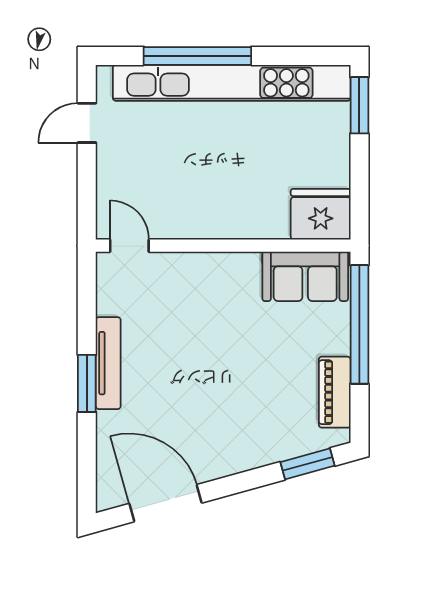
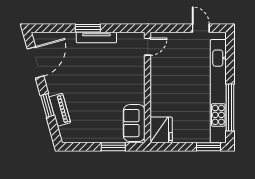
window: (197, 56) -> (230, 107), moved
window: (359, 324) -> (113, 147), width x0.47
piano: (335, 392) -> (60, 110), moved, turned 75
window: (307, 464) -> (47, 105), moved

